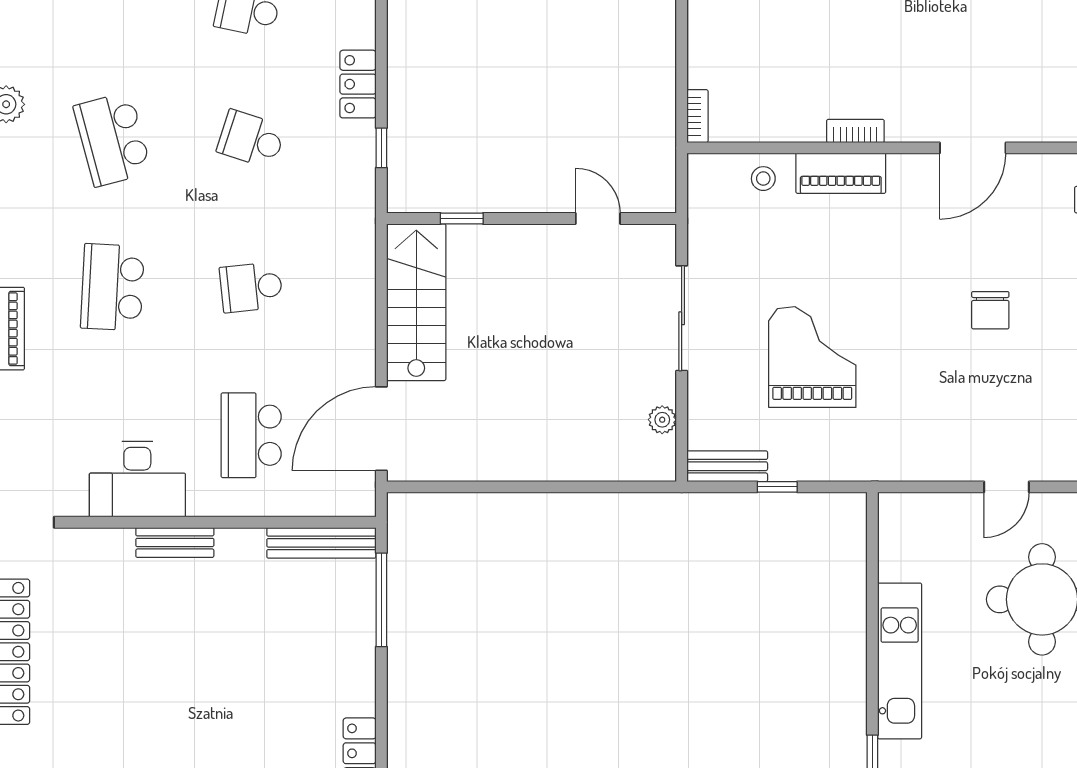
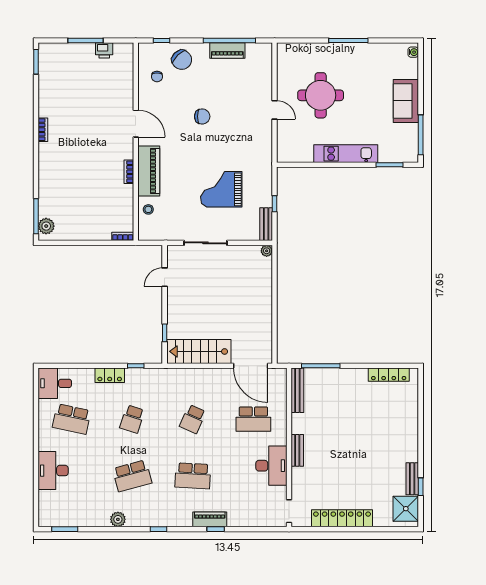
piano: (841, 173) -> (149, 171), width x1.37, depth x1.33
school desk: (251, 287) -> (193, 419), turned 30
plant: (662, 420) -> (267, 251), moved

